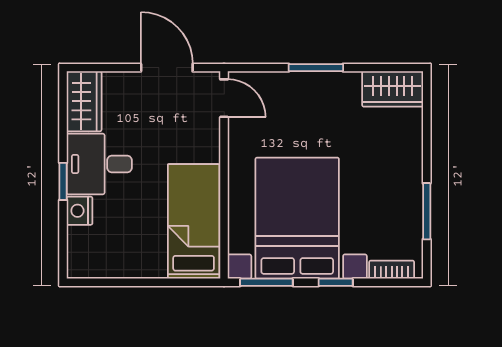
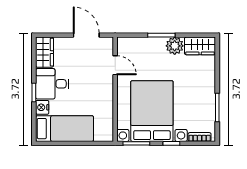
plant: (342, 89) -> (175, 46), added
door: (224, 98) -> (115, 65), moved
bed: (194, 221) -> (65, 129), moved, turned 90

